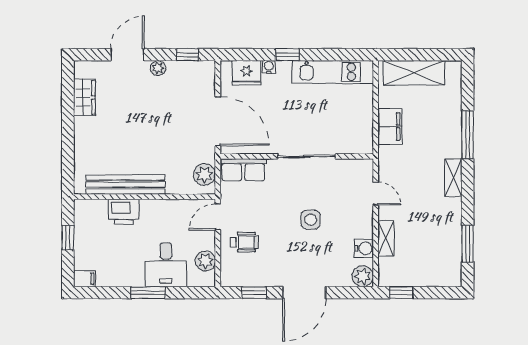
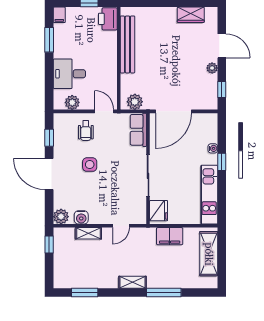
fridge: (247, 73) -> (159, 211), moved, turned 180
printer: (124, 212) -> (108, 19), moved
side table: (311, 220) -> (90, 165), moved
window: (148, 293) -> (49, 40), moved

